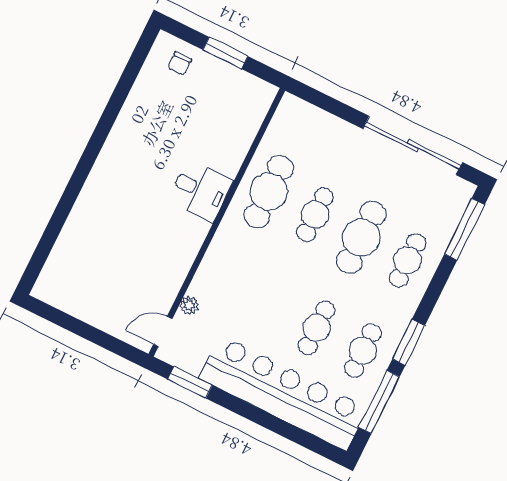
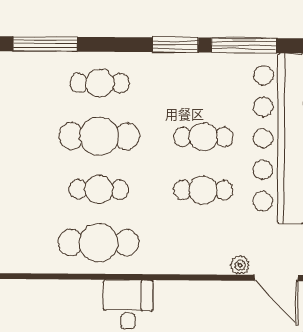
door: (163, 331) -> (276, 278), width x1.38
cafe table: (363, 351) -> (203, 190), moved

